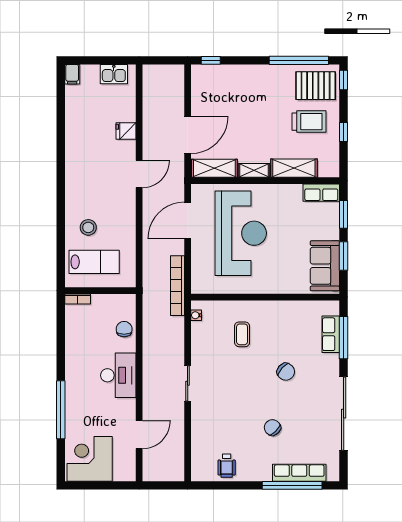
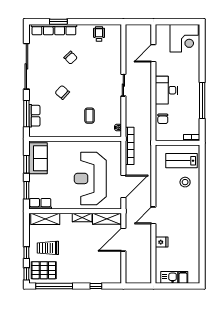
window: (211, 60) -> (96, 286), moved
filing cabinet: (72, 74) -> (183, 277), moved
window: (344, 132) -> (26, 253), moved
shelving: (294, 168) -> (45, 219), moved
window: (61, 410) -> (202, 101), moved
row of seats: (299, 473) -> (54, 30), width x1.36
window: (292, 485) -> (58, 22), width x0.47

